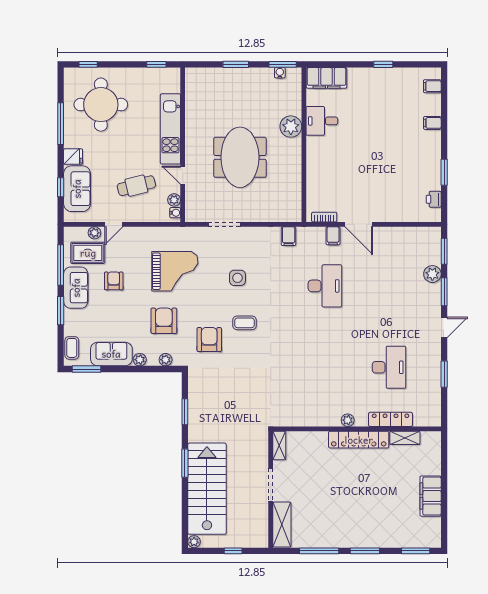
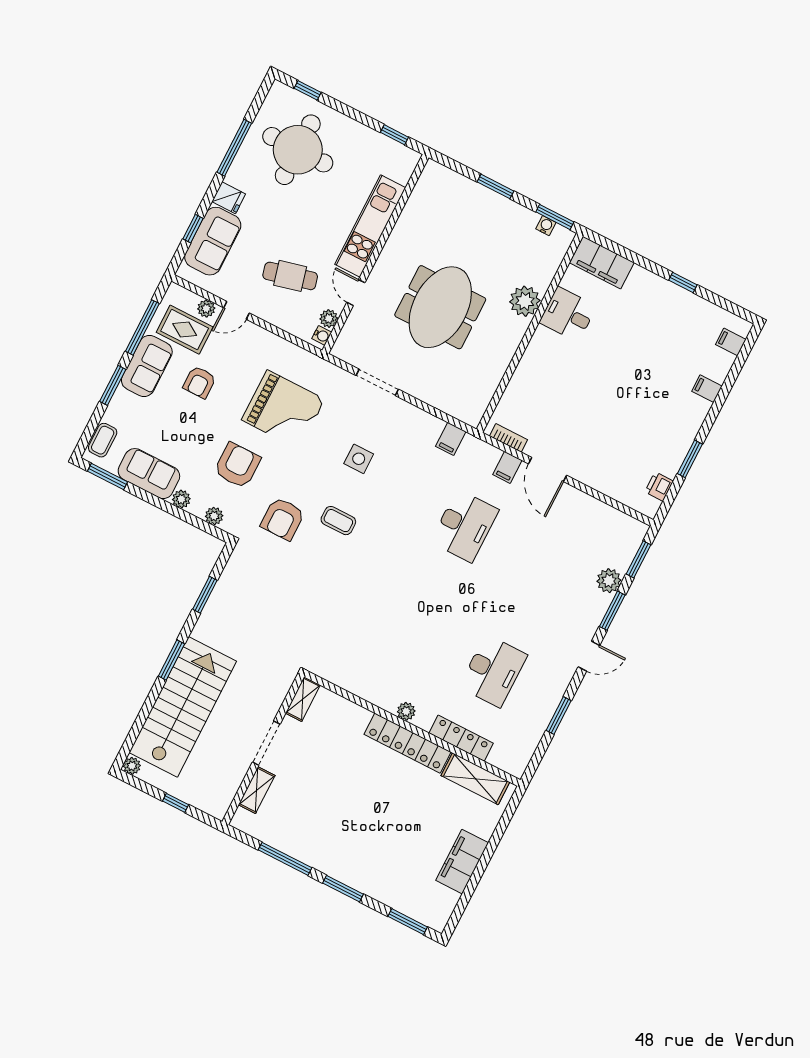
armchair: (114, 281) -> (199, 382), turned 180
armchair: (209, 340) -> (283, 519), turned 180
shelving: (405, 438) -> (475, 779), width x1.50, depth x1.33
shelving: (282, 525) -> (257, 790), width x0.67, depth x0.75

